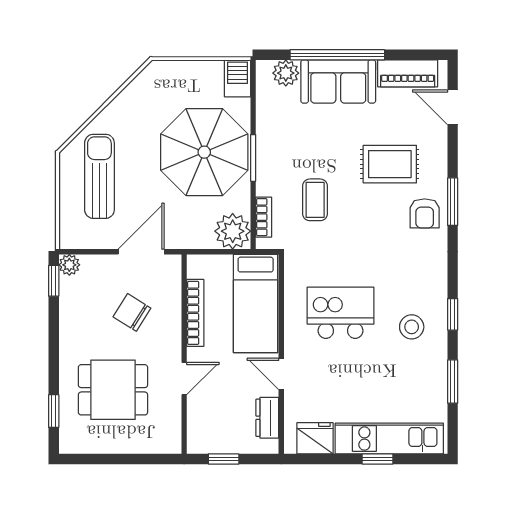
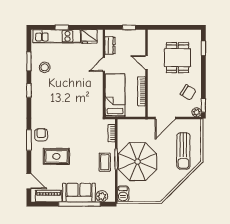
coffee table: (315, 200) -> (105, 162), moved
plant: (233, 231) -> (125, 127), removed
chair: (132, 312) -> (188, 92), moved
kitchen island: (340, 313) -> (78, 91), removed
stool: (412, 327) -> (45, 67), moved
door: (281, 374) -> (104, 65), swing flipped
door: (184, 378) -> (146, 63), hinge flipped
dining table: (113, 390) -> (177, 58), turned 90

